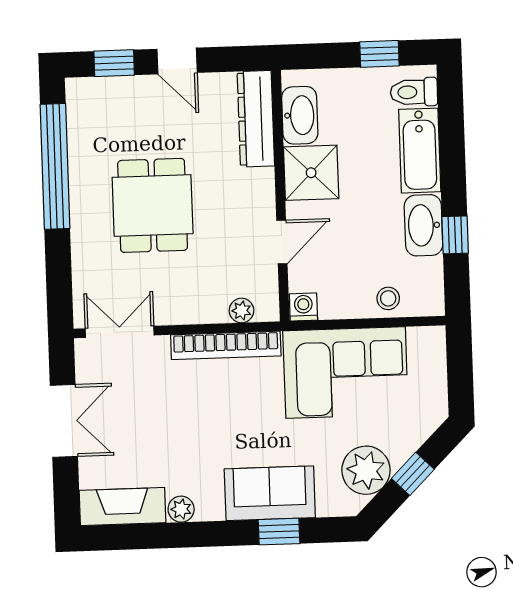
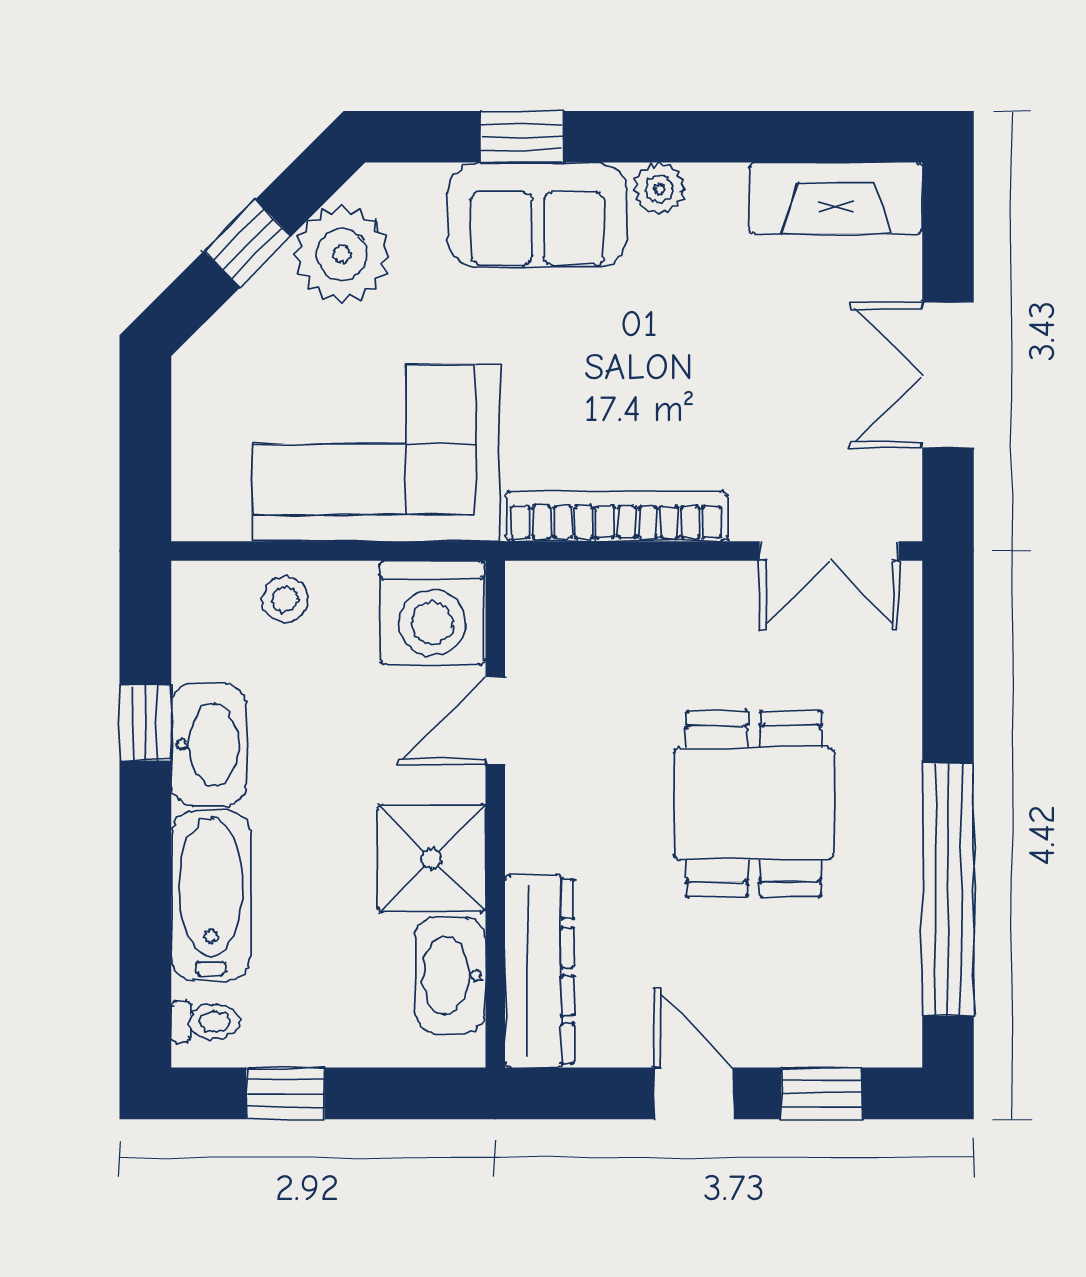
toilet: (414, 92) -> (205, 1022), width x0.73, depth x0.72
washing machine: (303, 307) -> (432, 613), width x1.89, depth x1.89
plant: (241, 311) -> (582, 585), removed
plant: (181, 509) -> (659, 189), moved

